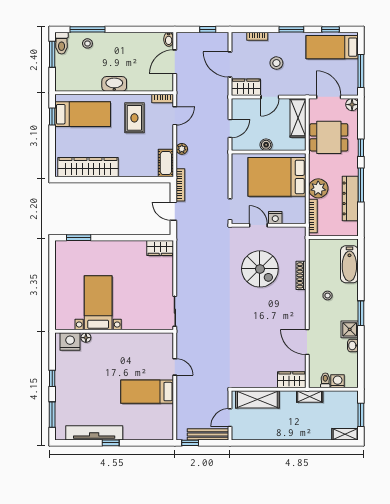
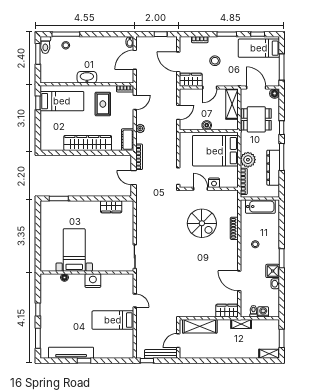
wardrobe: (88, 167) -> (88, 143), moved
wardrobe: (160, 248) -> (111, 207), moved
bathtub: (349, 264) -> (260, 207), moved, turned -90
nightstand: (70, 342) -> (93, 281), moved

